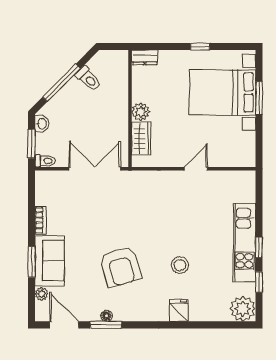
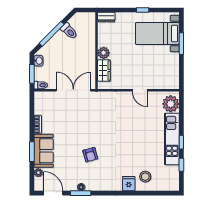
bed with nightstands: (222, 92) -> (157, 34), width x0.73
door: (196, 169) -> (140, 90), swing flipped
stool: (180, 265) -> (145, 177), moved
armchair: (120, 267) -> (90, 155), width x0.53, depth x0.53
plant: (243, 309) -> (171, 104), moved

